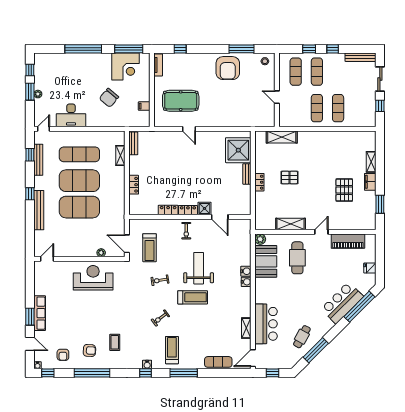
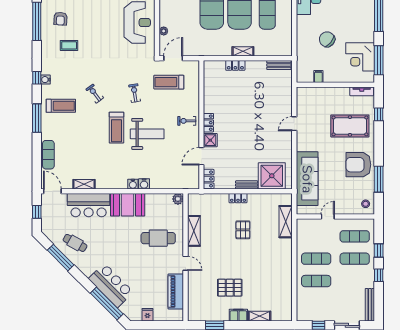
pool table: (181, 101) -> (350, 126), moved, turned 90
sofa: (241, 117) -> (307, 179), added
shelving: (120, 155) -> (243, 51), moved
locker: (168, 210) -> (209, 179), moved
booth: (266, 261) -> (128, 205), moved

